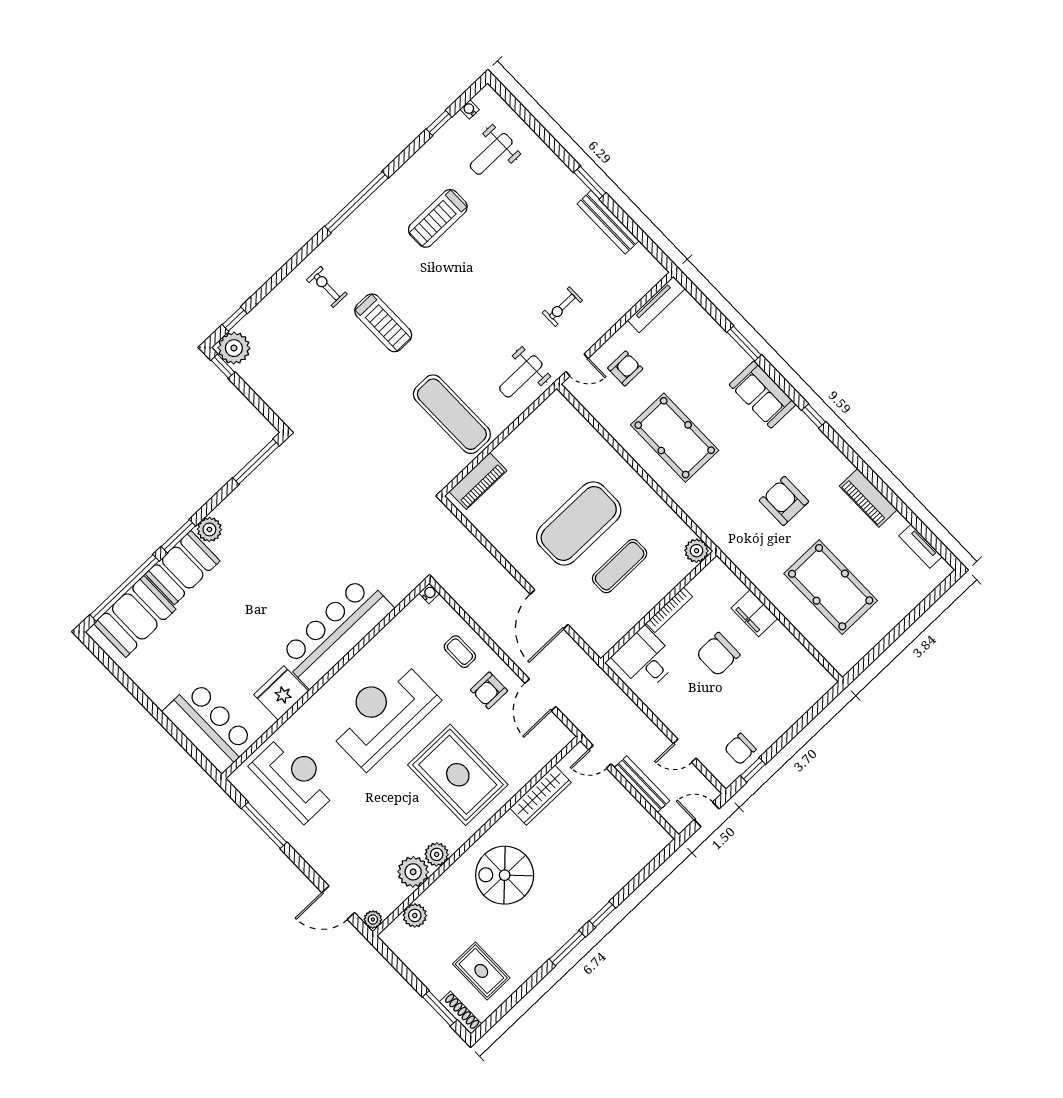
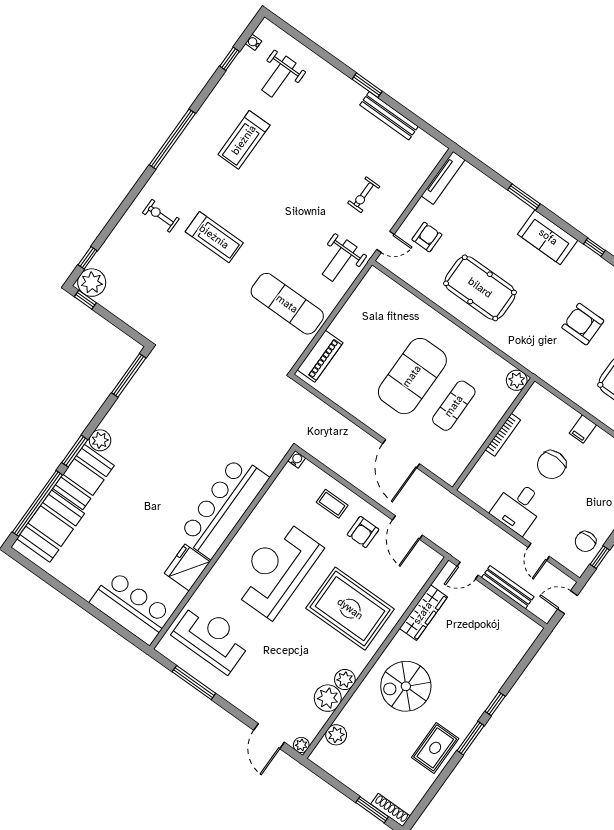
filing cabinet: (754, 613) -> (583, 429), width x0.50
desk: (645, 659) -> (518, 507), moved, turned -90
door: (685, 751) -> (539, 552), hinge flipped
door: (338, 903) -> (269, 736), hinge flipped
rug: (481, 971) -> (435, 748), moved, turned 90

